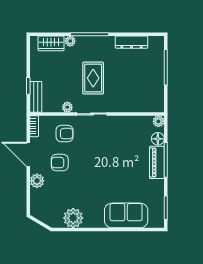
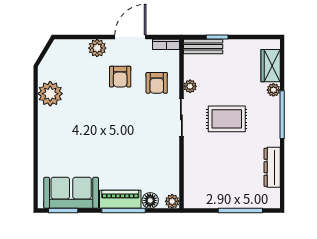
armchair: (60, 163) -> (120, 77), turned 180
sofa: (126, 215) -> (71, 193), moved, turned -90

